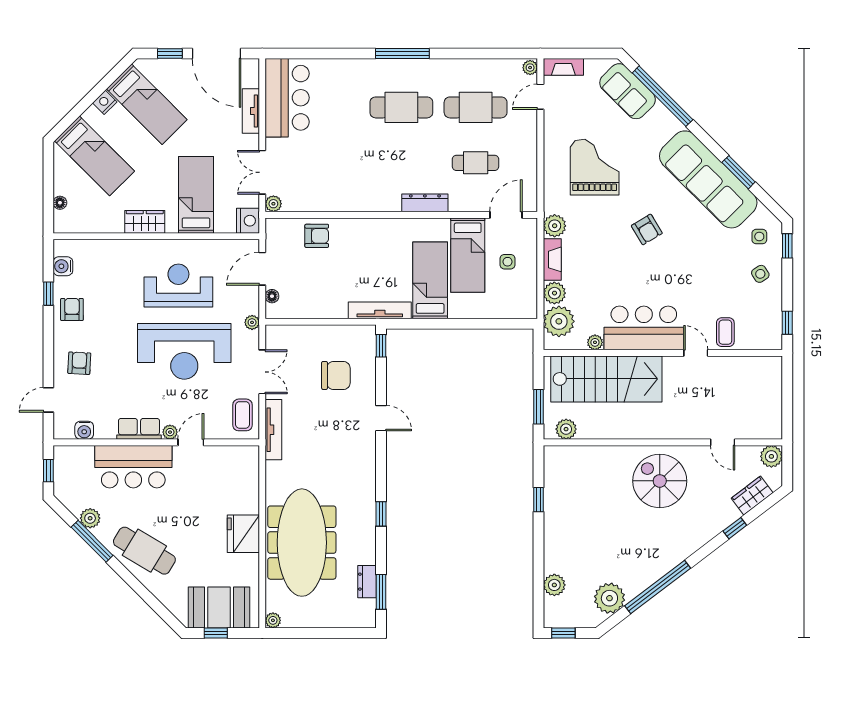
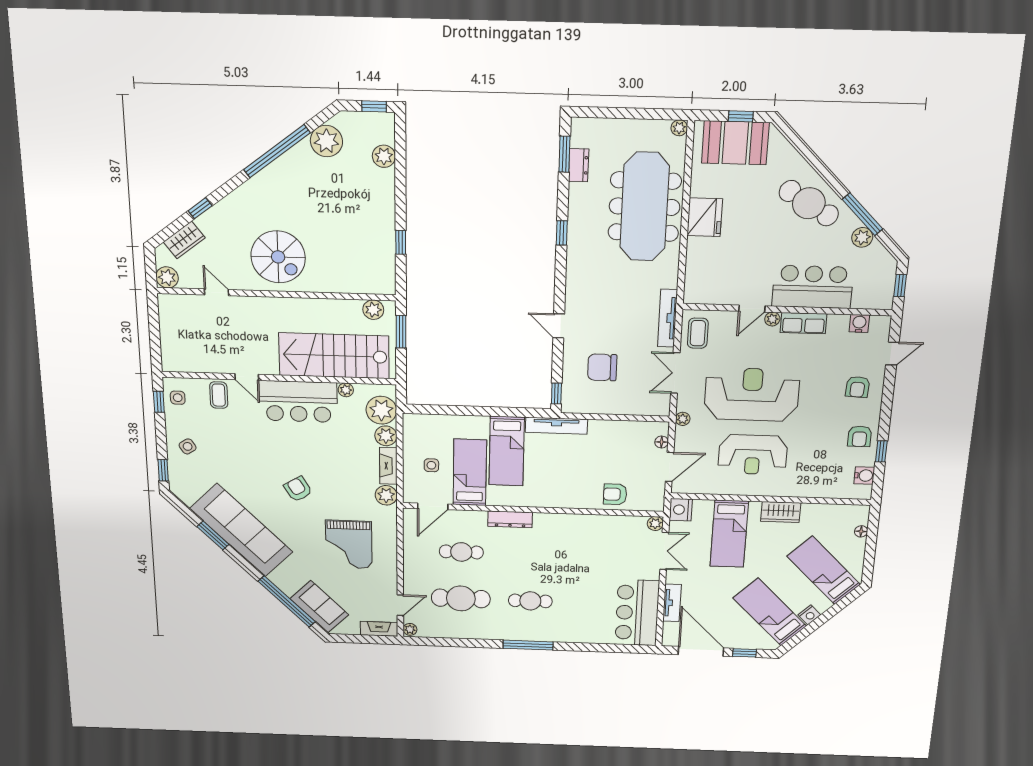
cafe table: (401, 107) -> (530, 601), width x0.73, depth x0.74
side table: (759, 237) -> (178, 398), moved

